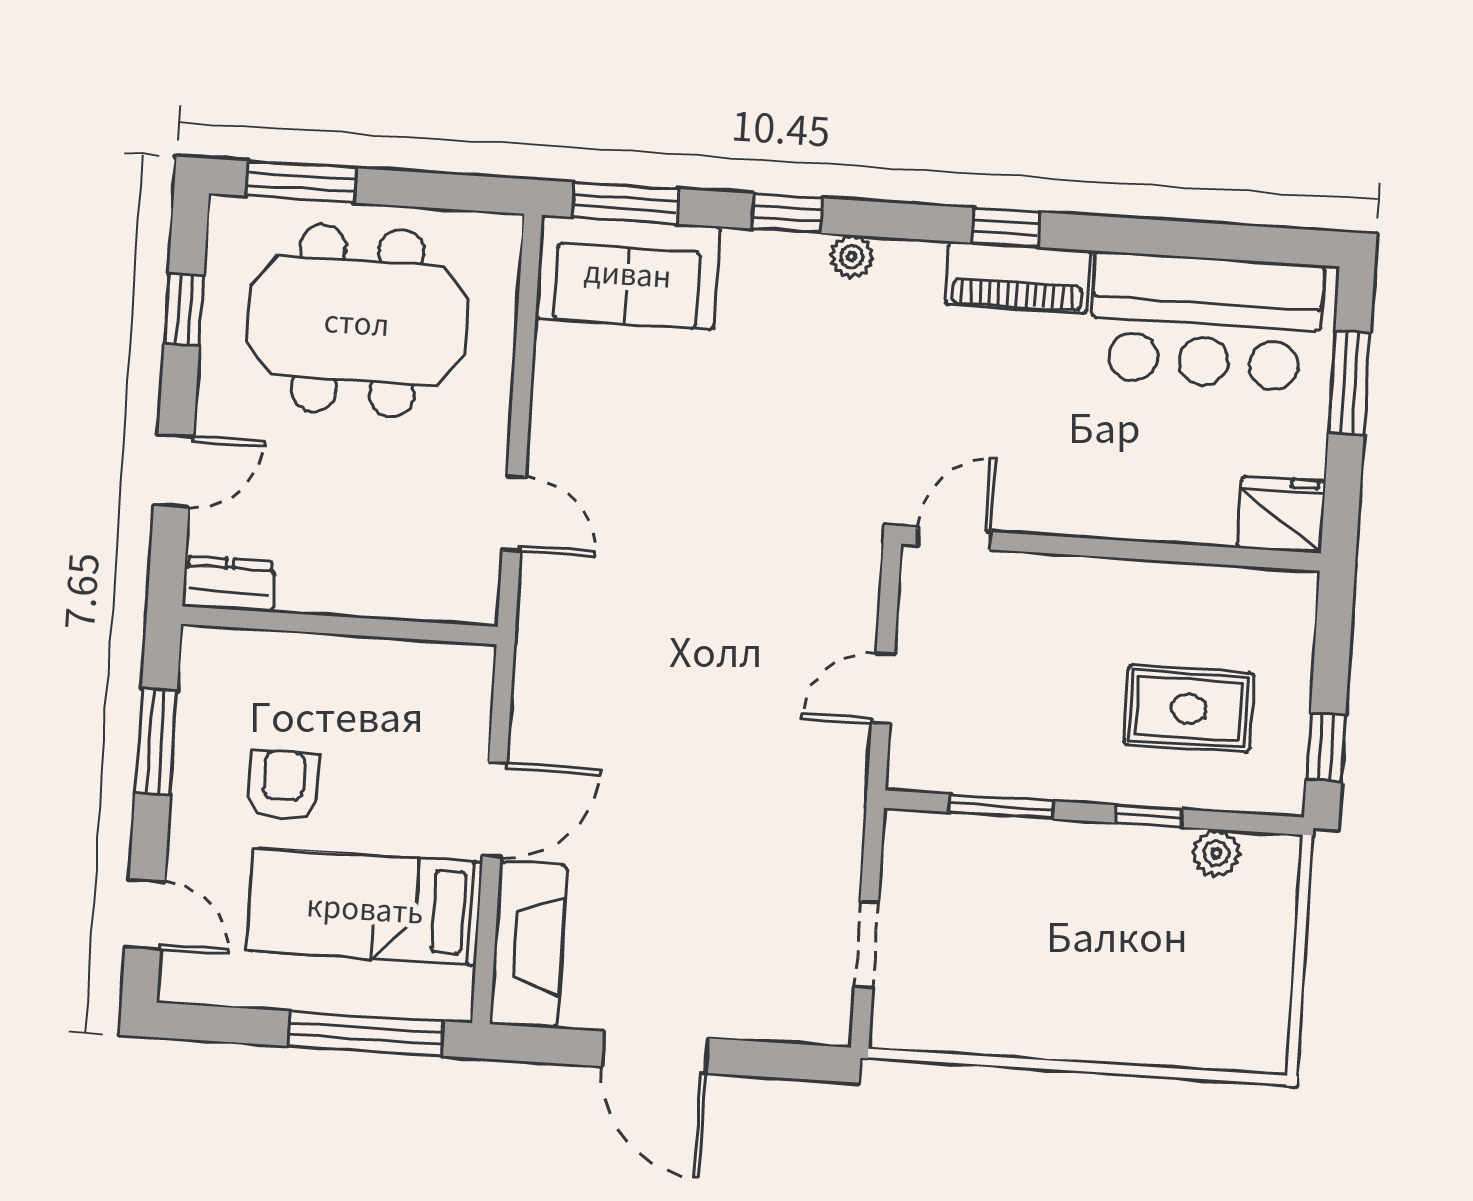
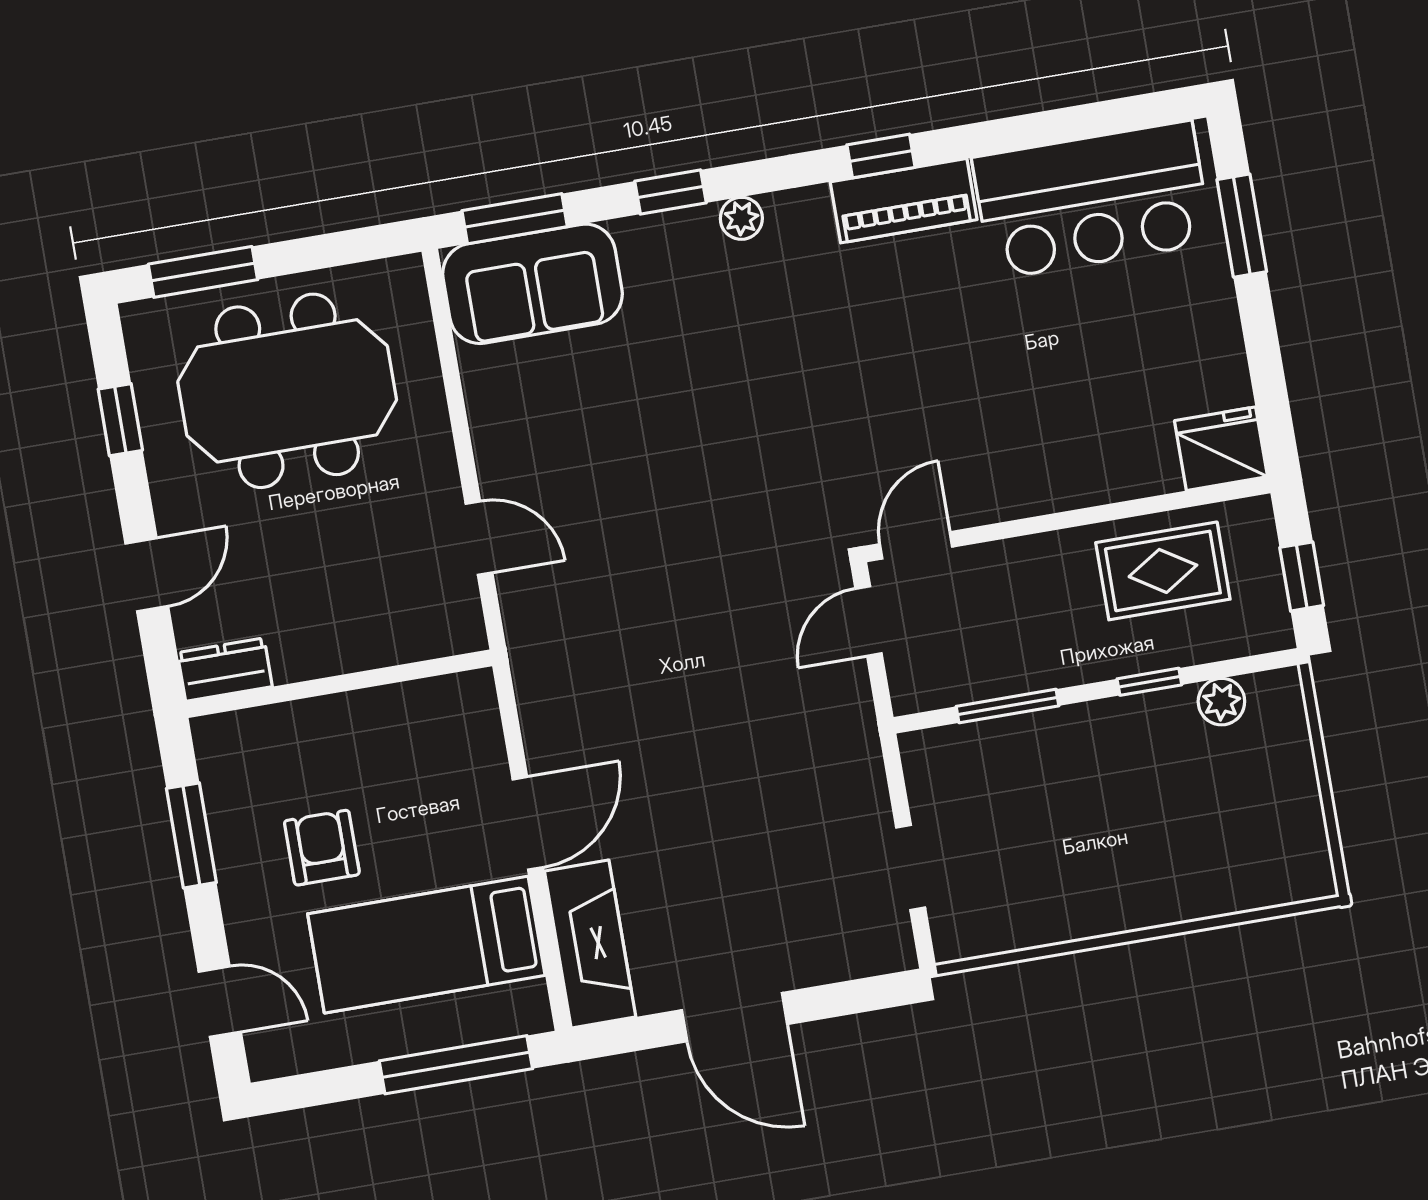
fridge: (1281, 514) -> (1221, 449), moved
door: (954, 538) -> (916, 545), moved
wall: (1111, 549) -> (1067, 519), moved

